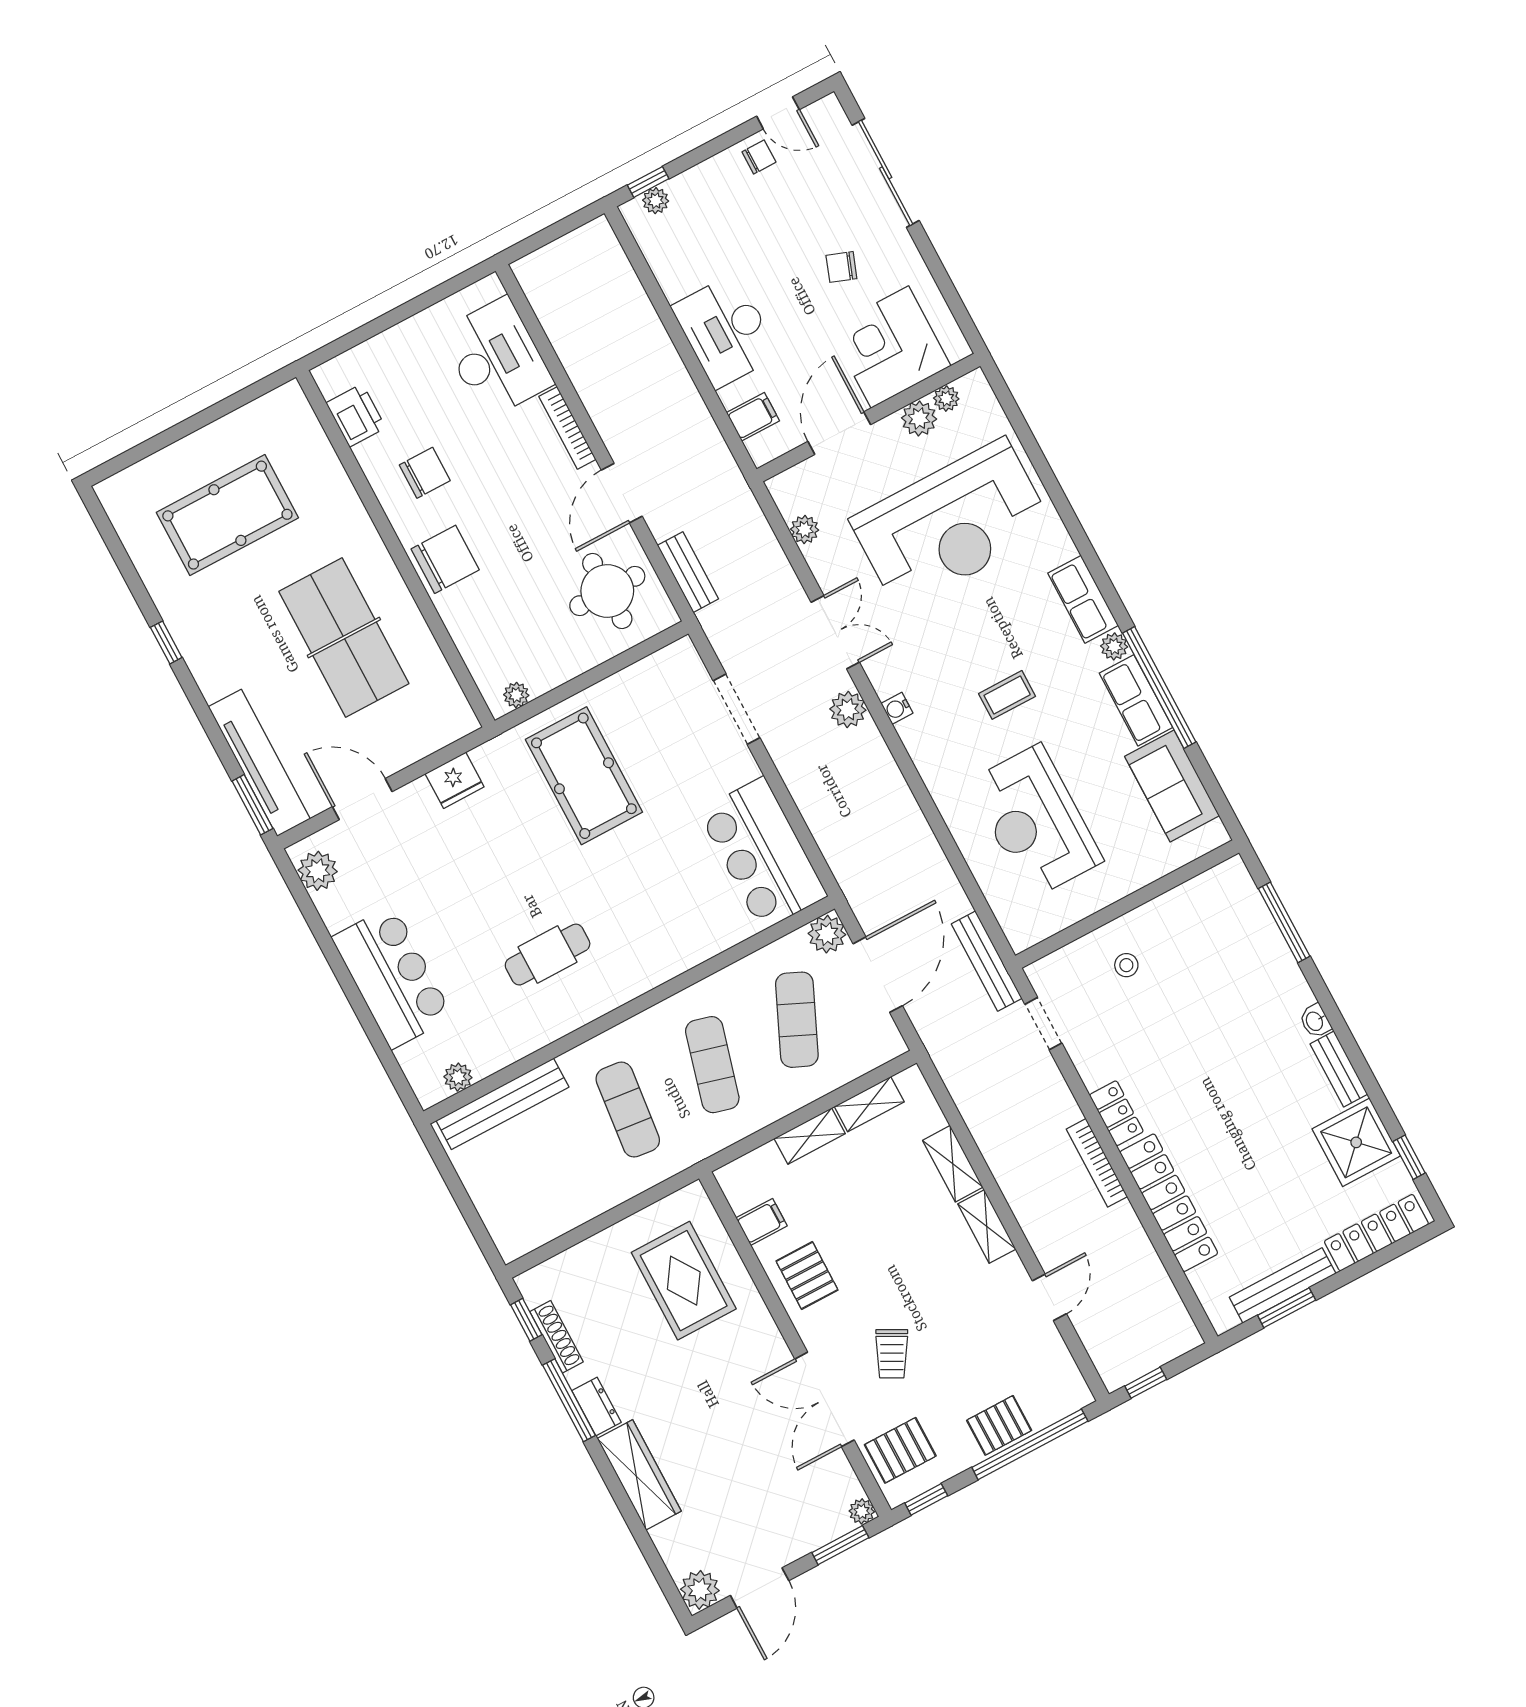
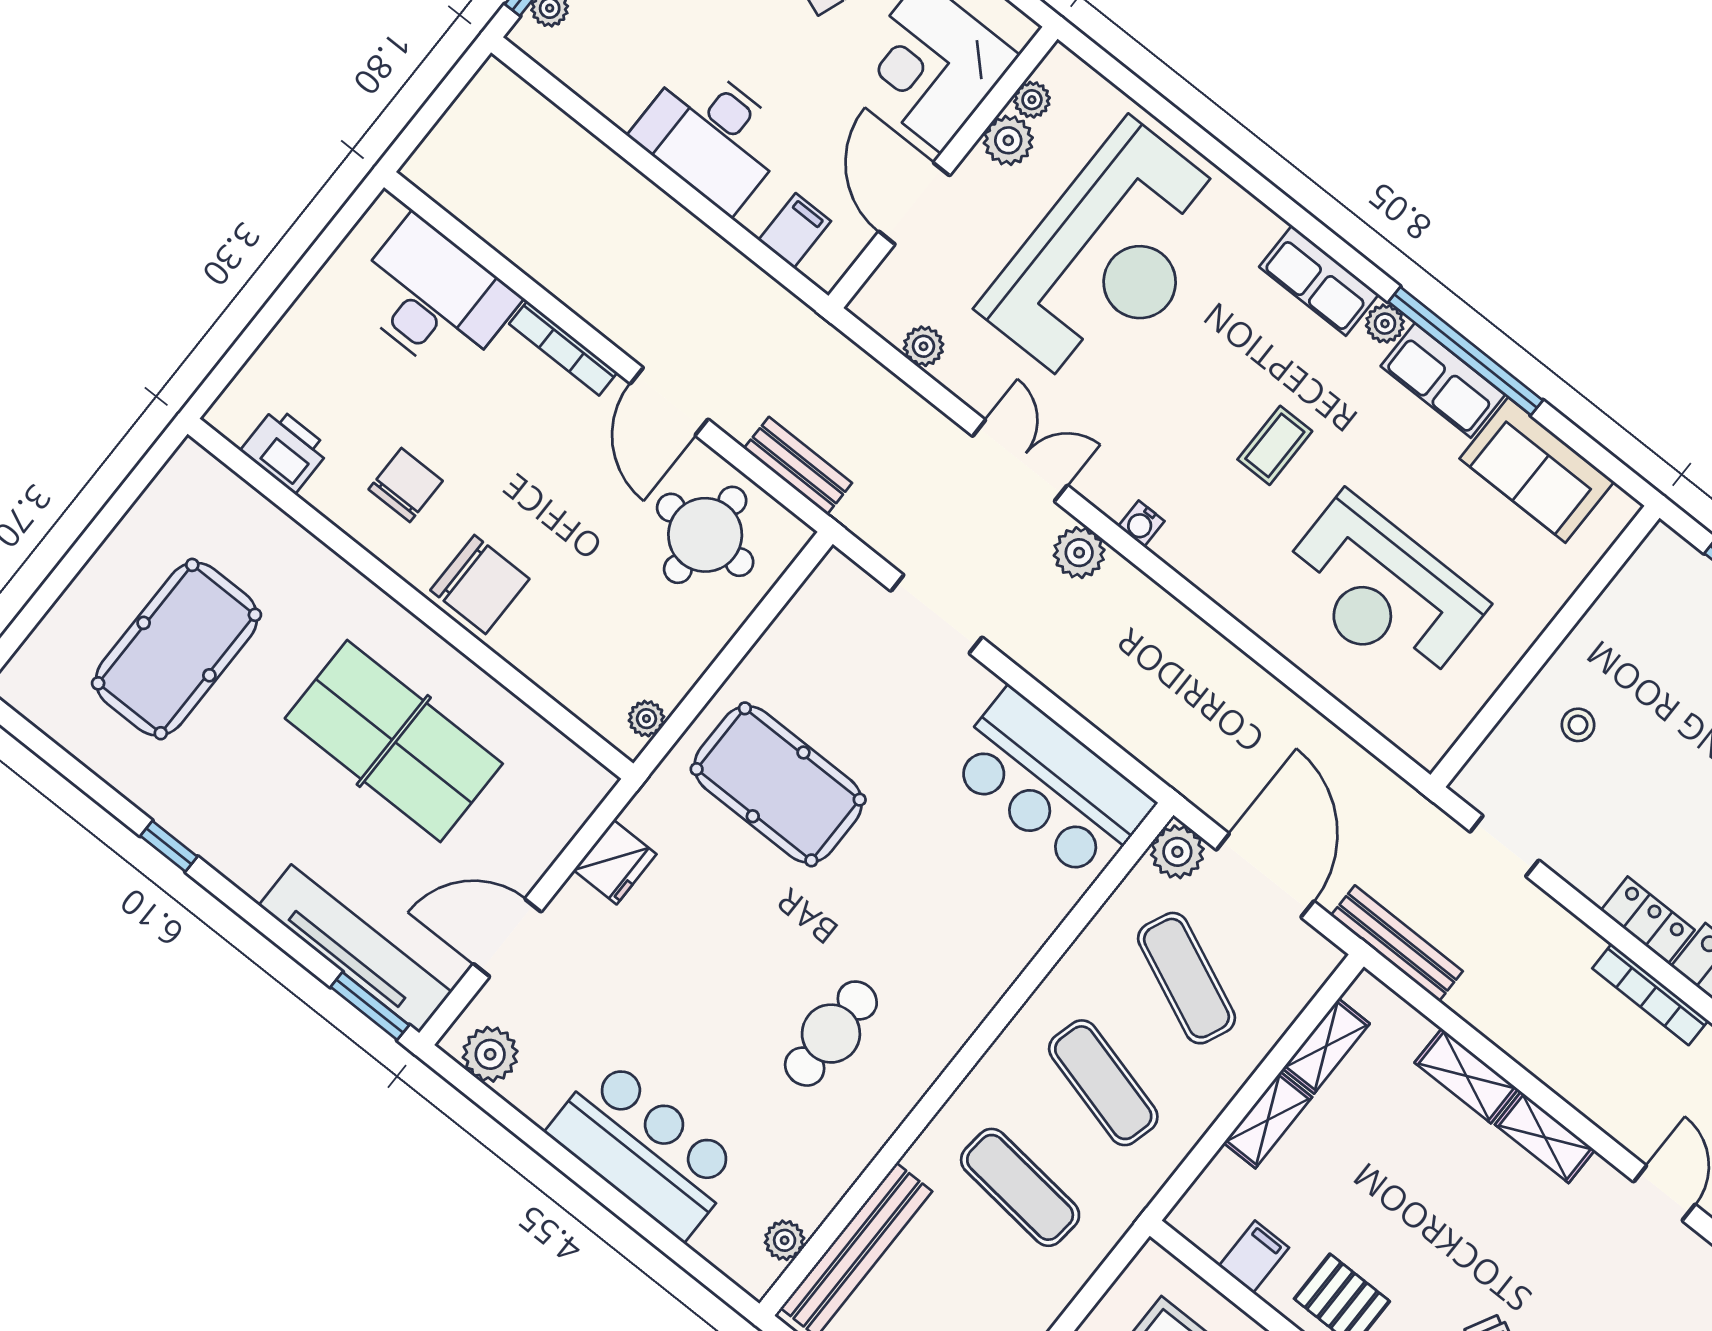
chair: (445, 559) -> (480, 585), turned 90
bench: (987, 961) -> (1397, 943), moved

